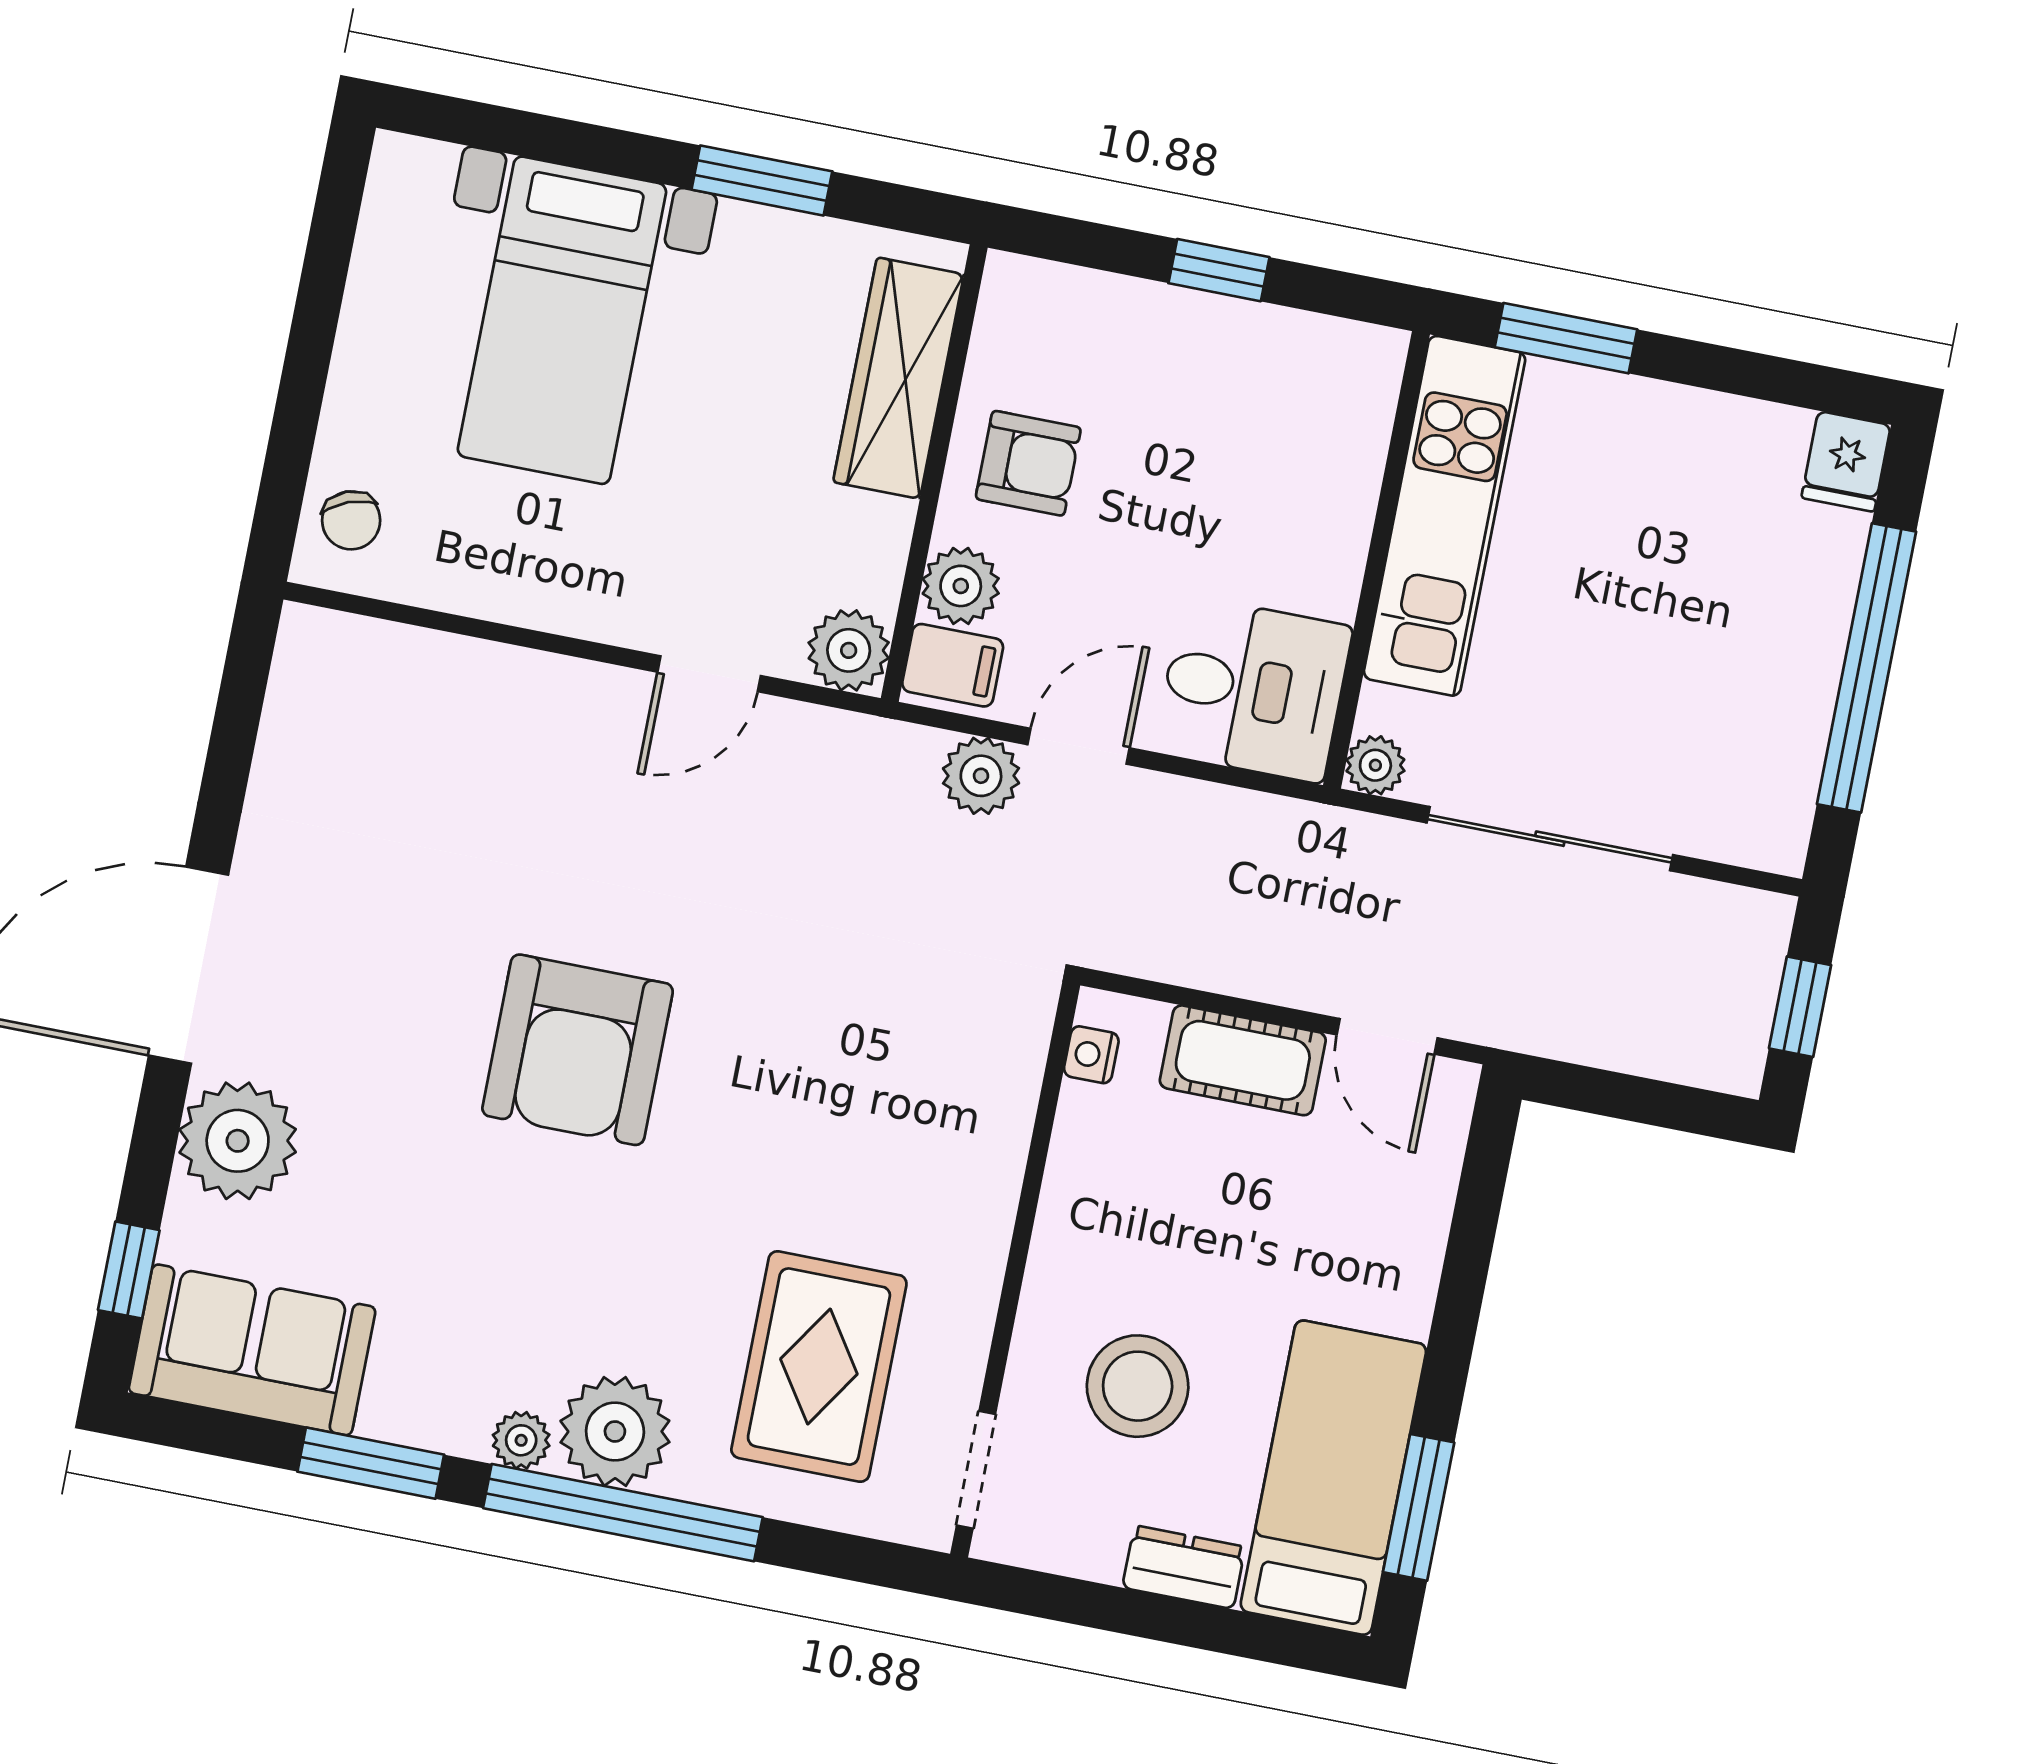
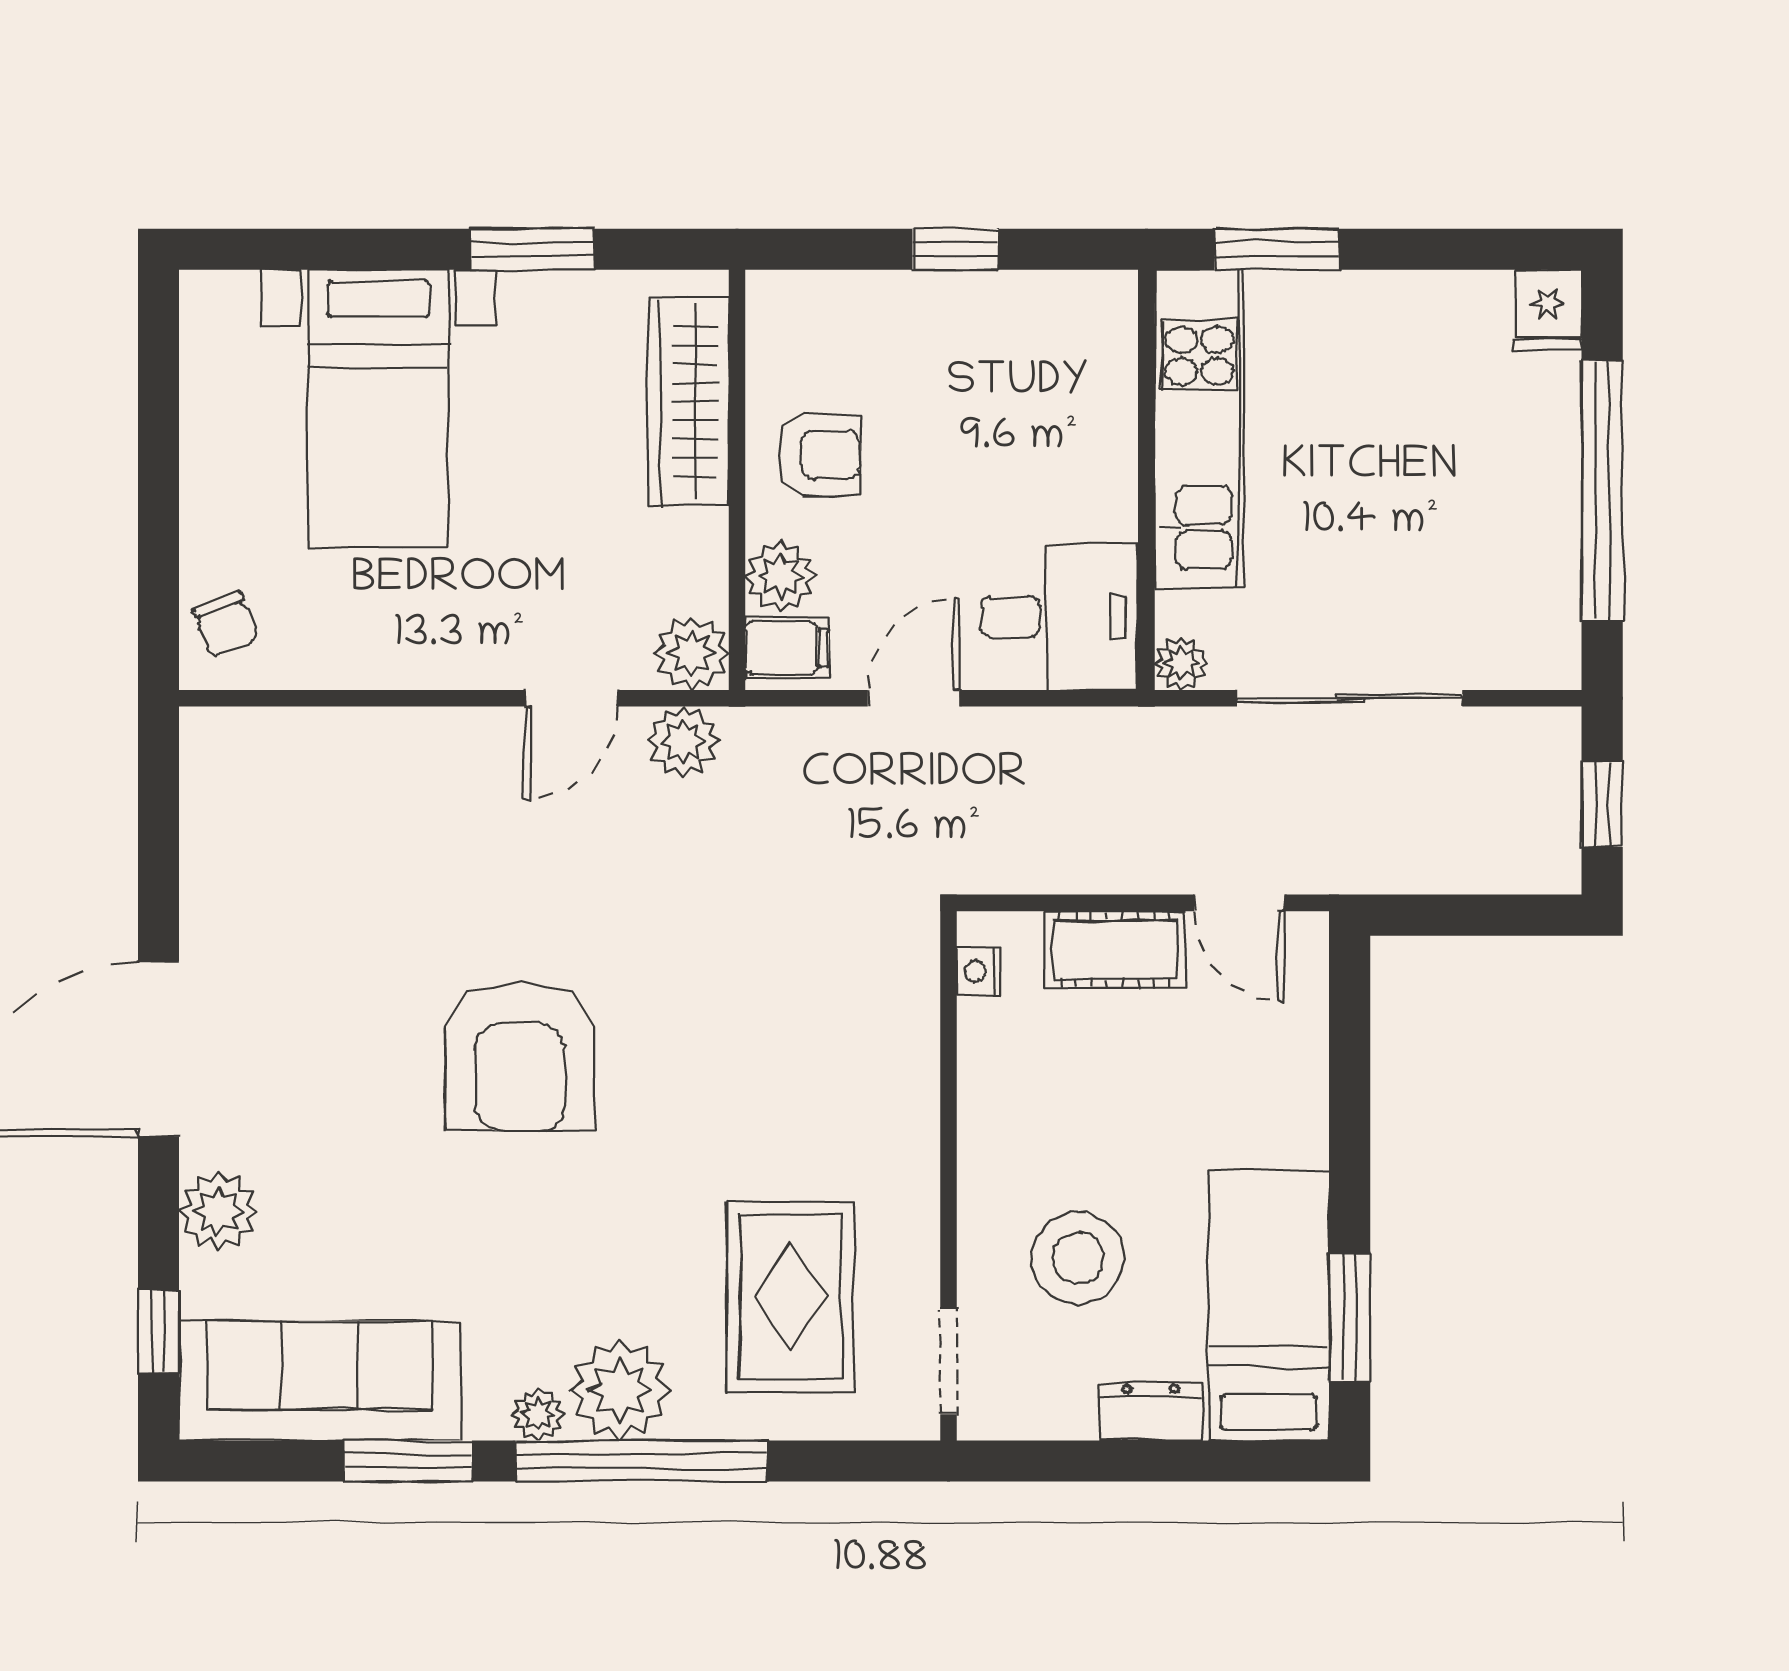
plant: (981, 776) -> (683, 742), moved
plant: (238, 1141) -> (219, 1211), width x0.73, depth x0.73
sofa: (252, 1350) -> (320, 1381), width x1.36

